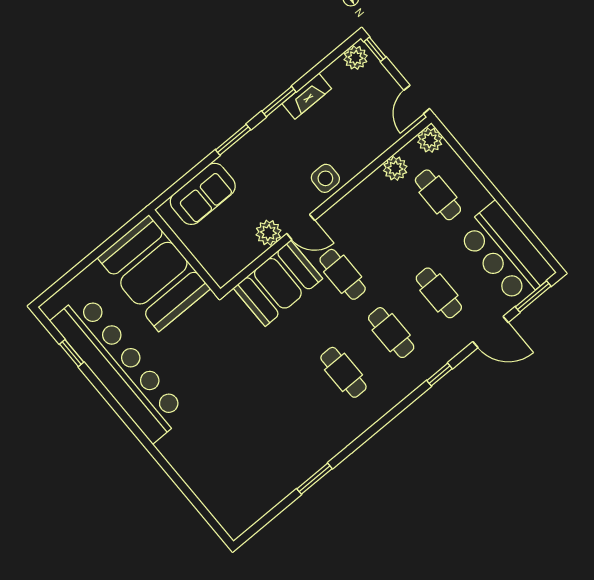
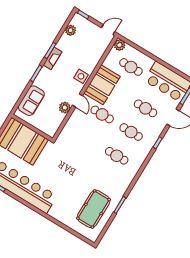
plant: (356, 58) -> (71, 30), moved
fireplace: (307, 96) -> (53, 58), moved
door: (417, 99) -> (108, 30), swing flipped
plant: (395, 168) -> (109, 62), removed
door: (301, 227) -> (78, 100), hinge flipped
booth: (278, 283) -> (102, 85), moved
pool table: (256, 468) -> (94, 209), added

